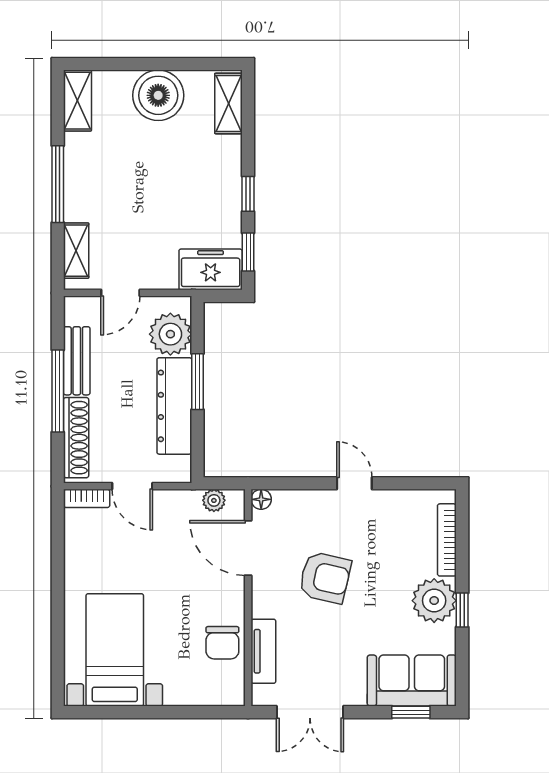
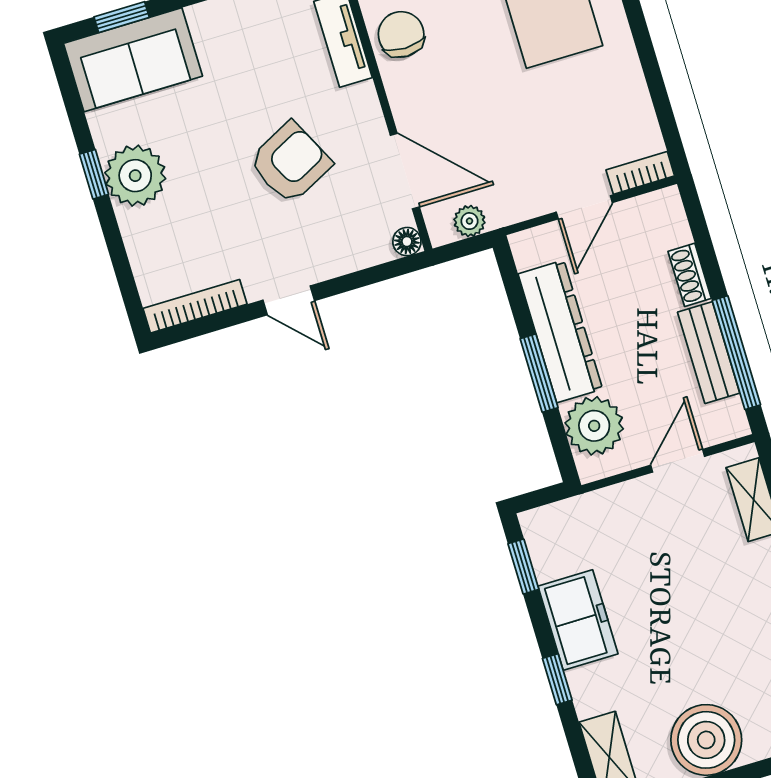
window: (248, 194) -> (557, 679), moved
freezer: (211, 269) -> (578, 620), moved, turned -90
window: (58, 391) -> (736, 353), moved
shoe rack: (76, 438) -> (690, 275), width x0.51, depth x0.81
door: (132, 486) -> (584, 207), swing flipped
bookcase: (447, 540) -> (195, 306), moved, turned -90
armchair: (325, 577) -> (290, 163), turned 140

